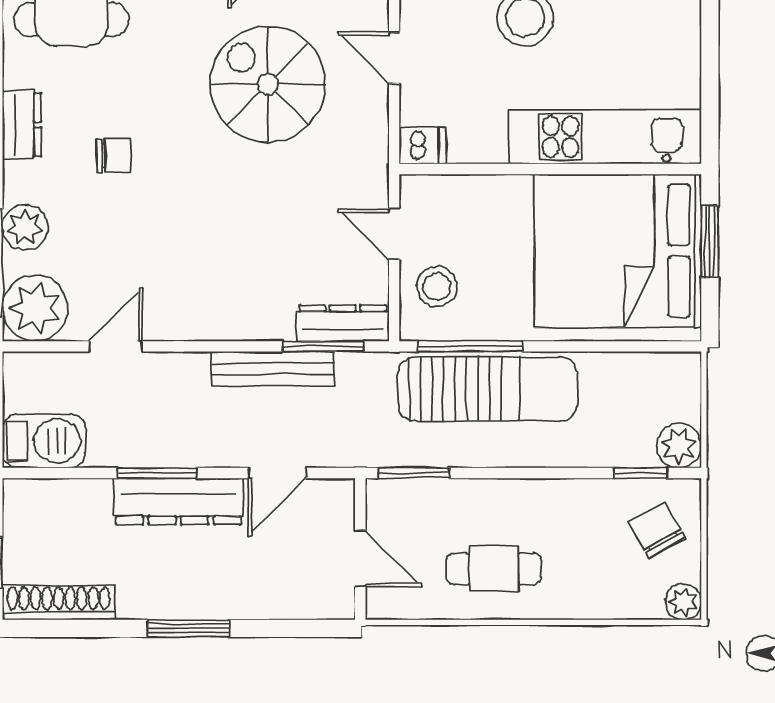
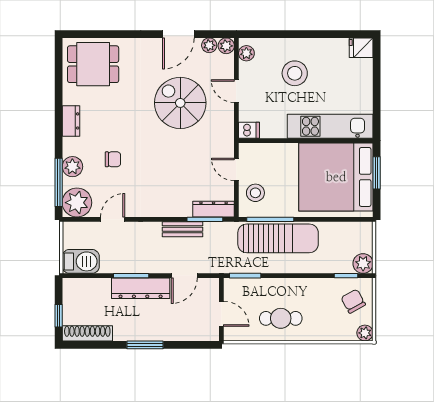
chair: (114, 156) -> (113, 159), moved
bench: (273, 369) -> (183, 229), width x0.73

